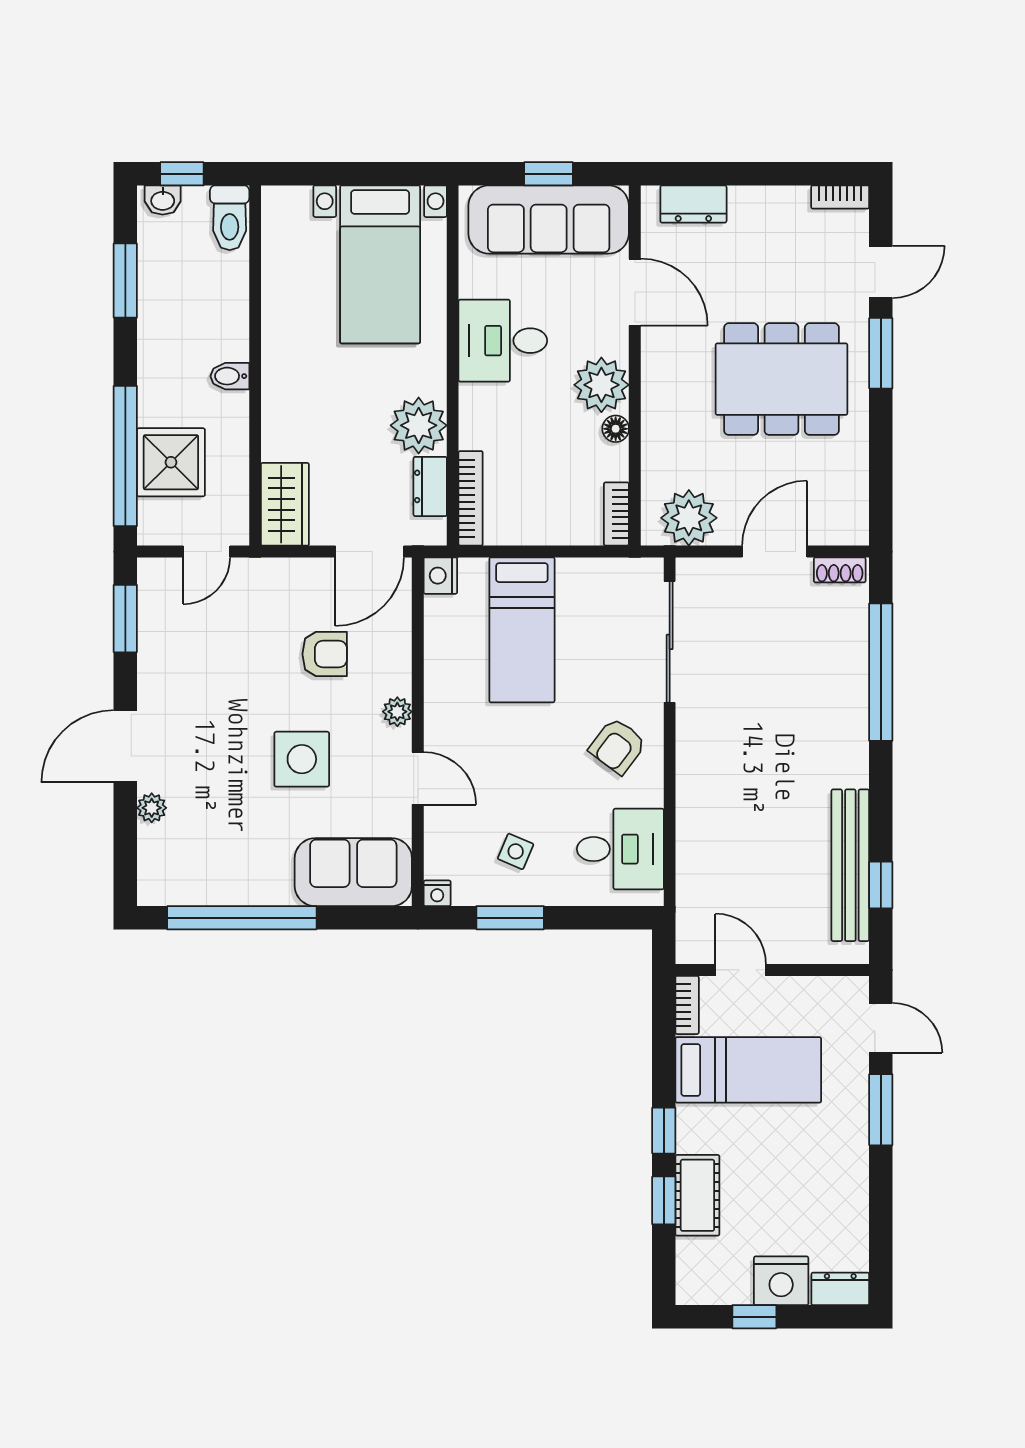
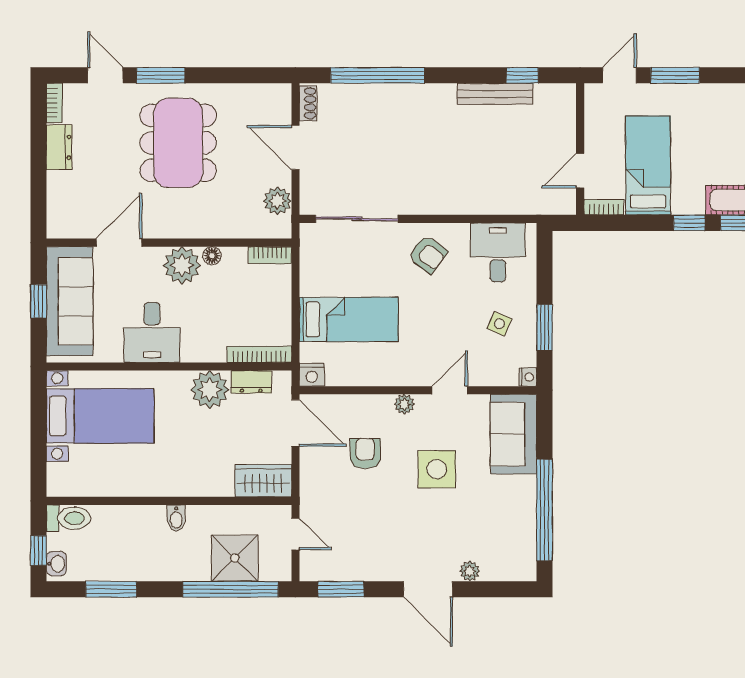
dresser: (693, 204) -> (59, 147), moved
plant: (689, 518) -> (278, 201), width x0.73, depth x0.73
bench: (850, 865) -> (495, 94), width x0.73, depth x0.82

